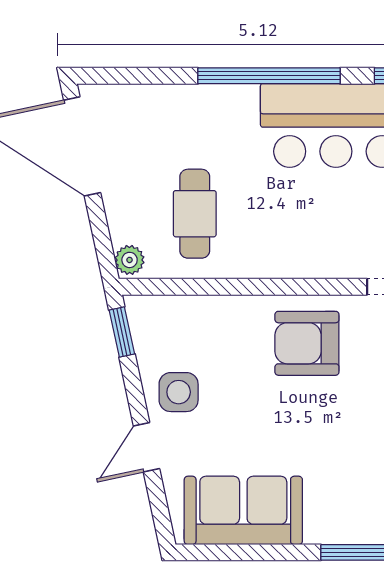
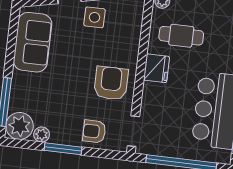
fridge: (266, 256) -> (156, 68), added

